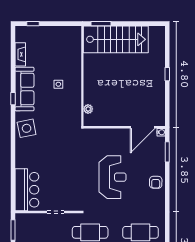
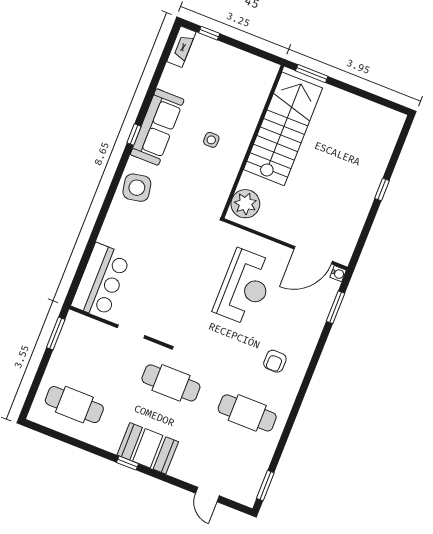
stairs: (116, 39) -> (283, 129), moved, turned -90
fireplace: (20, 54) -> (181, 47), moved
plant: (88, 109) -> (245, 204), width x1.87, depth x1.87
reception desk: (113, 177) -> (245, 287), moved
armchair: (156, 182) -> (275, 361), moved

